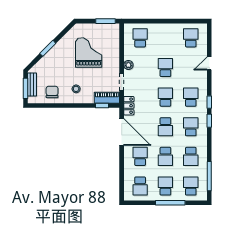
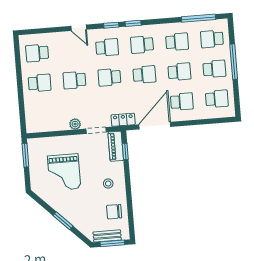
school desk: (140, 38) -> (40, 83), moved, turned 180
grand piano: (89, 52) -> (64, 172), turned -90
door: (209, 63) -> (79, 28), moved
school desk: (191, 97) -> (107, 47), turned 180
school desk: (140, 156) -> (182, 102), turned 180
school desk: (165, 186) -> (214, 69), turned 180

